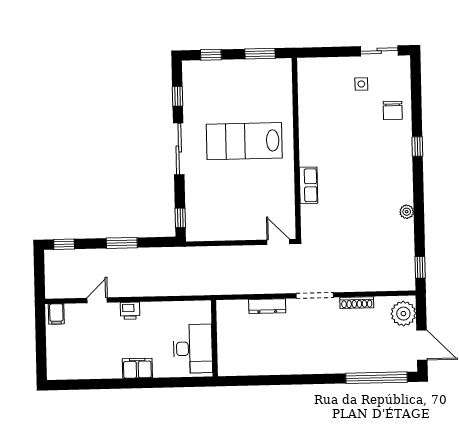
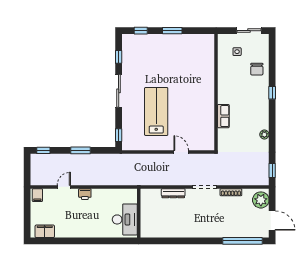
lab bench: (244, 141) -> (156, 111), moved, turned 90
wall: (296, 148) -> (216, 92), moved
row of seats: (308, 185) -> (223, 116), moved
filing cabinet: (137, 368) -> (45, 231), moved

